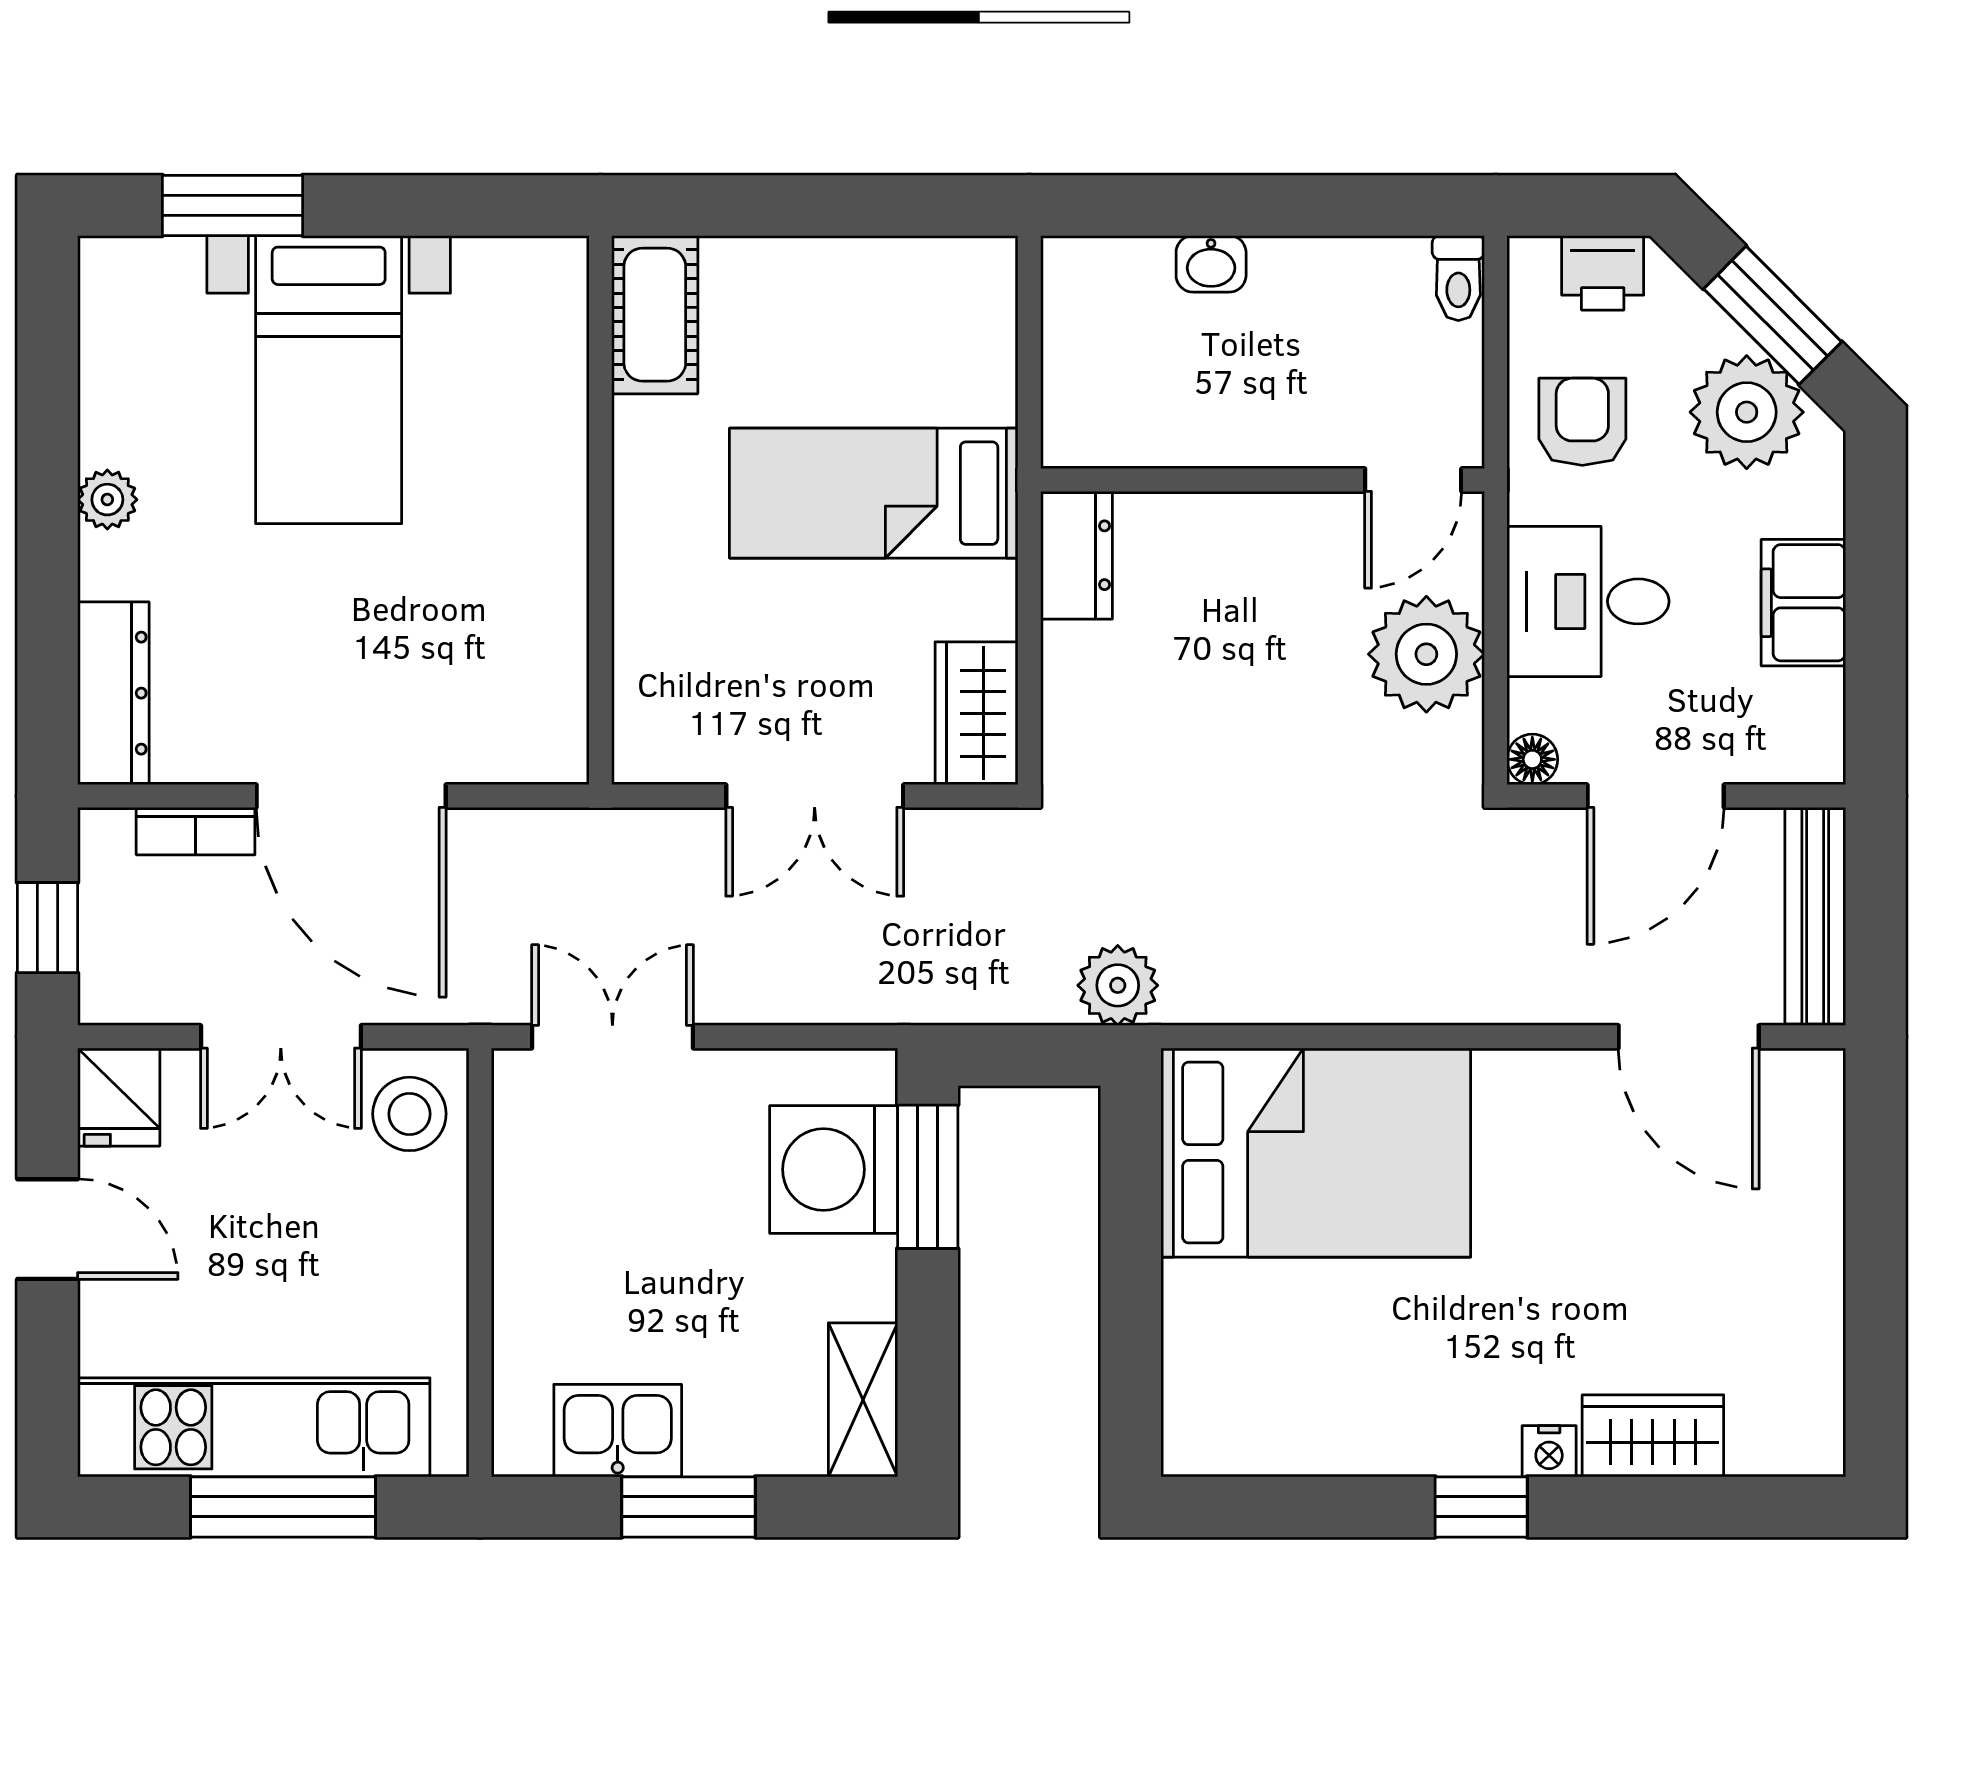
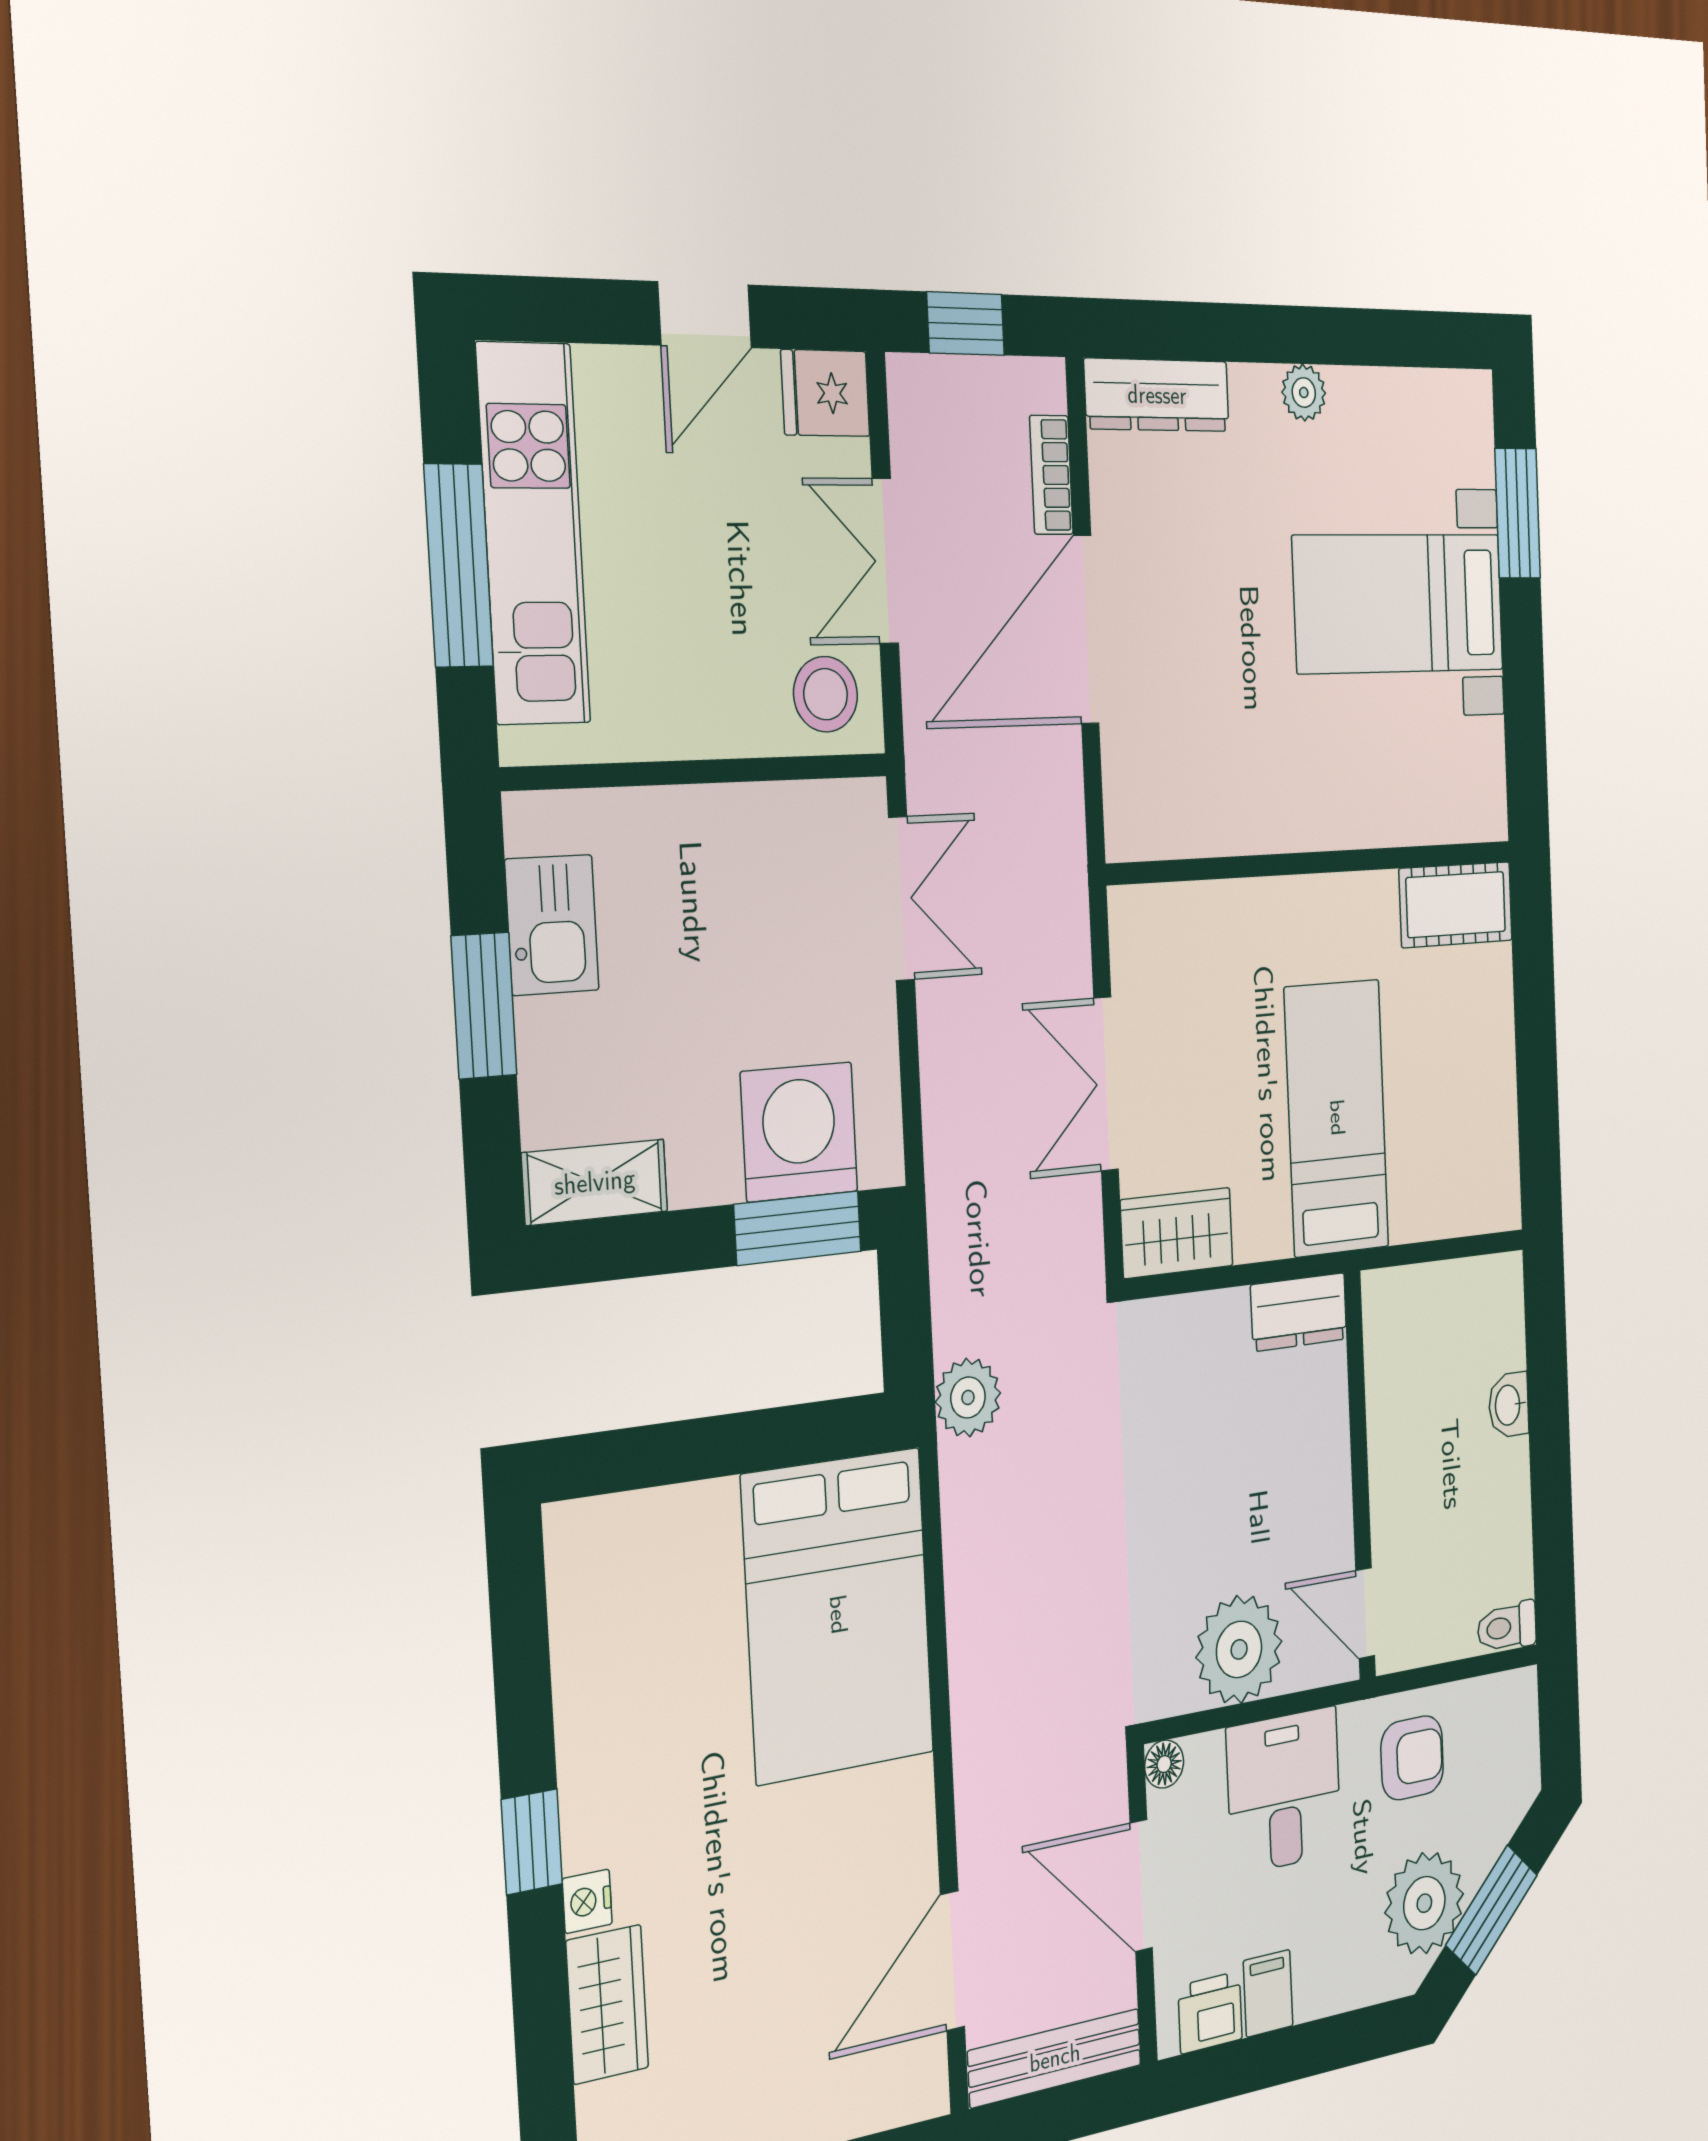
printer: (1603, 273) -> (1210, 2012), moved, turned 90
filing cabinet: (1803, 603) -> (1268, 1993), width x0.50

